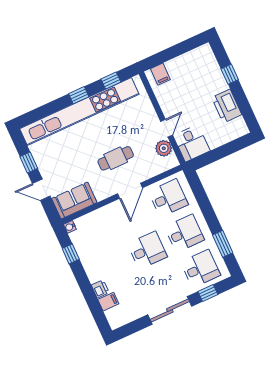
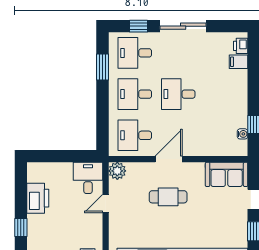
plant: (164, 148) -> (117, 171), moved
water cooler: (70, 227) -> (242, 134), moved
printer: (100, 289) -> (241, 46), moved

